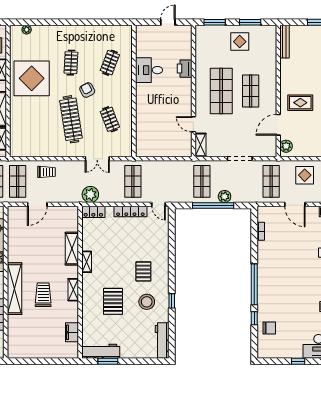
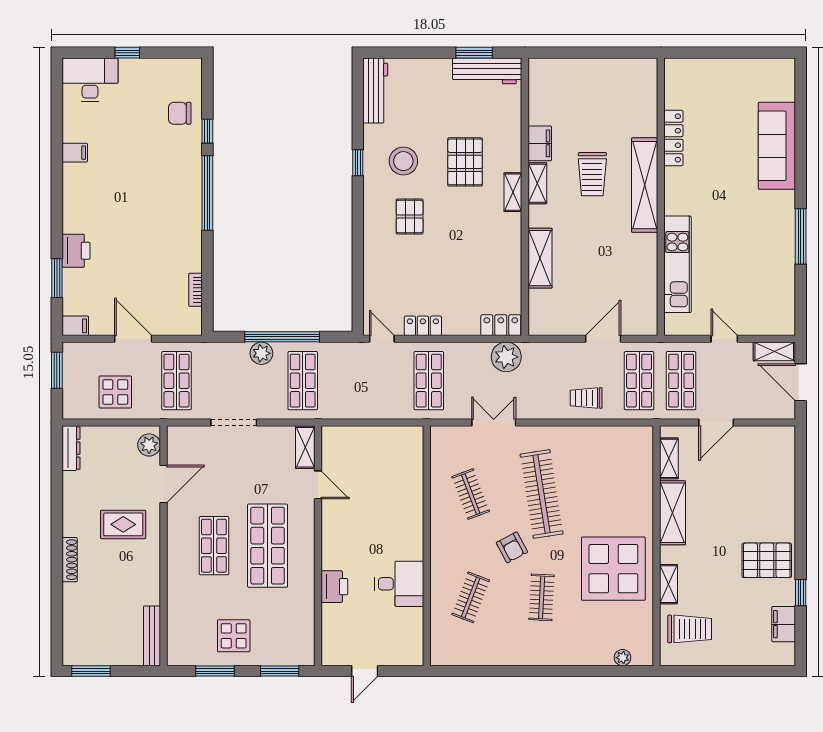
locker: (130, 211) -> (423, 326), width x0.66
shelving: (87, 262) -> (513, 192), moved
filing cabinet: (72, 332) -> (540, 143), moved

